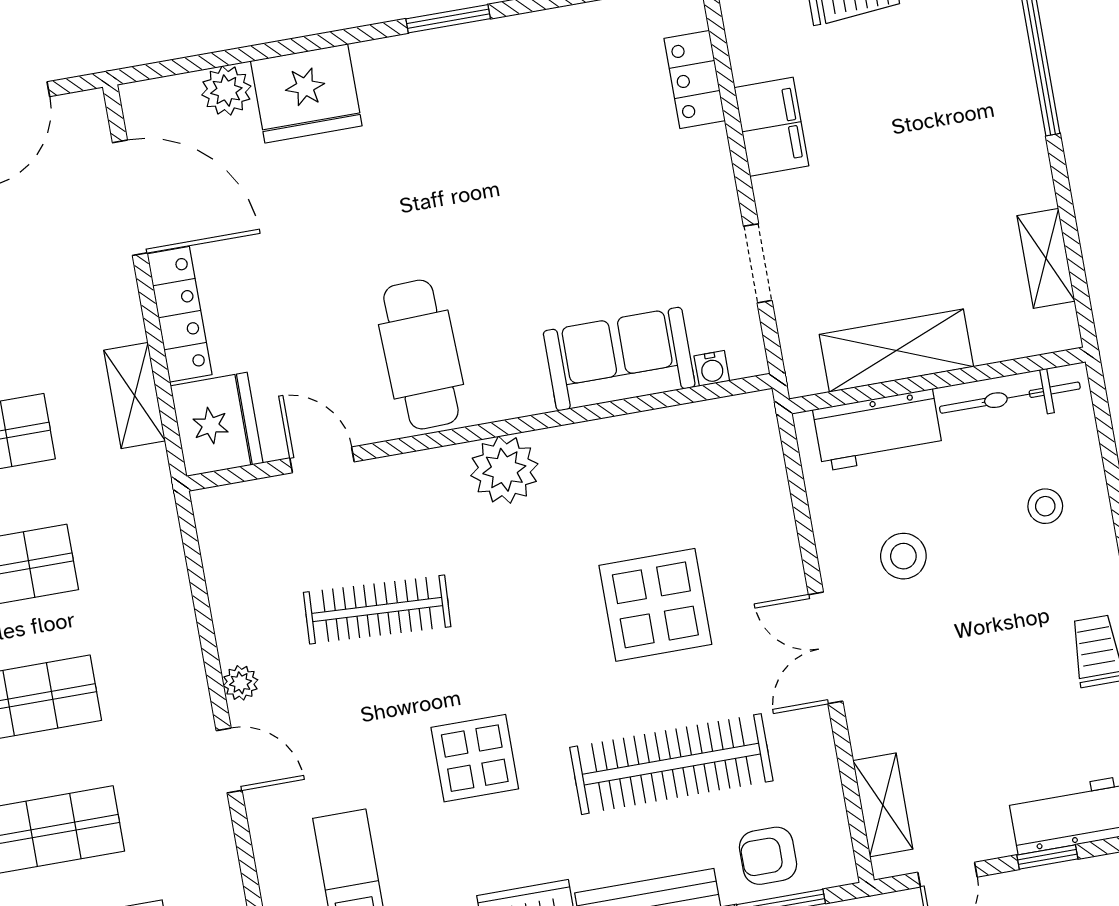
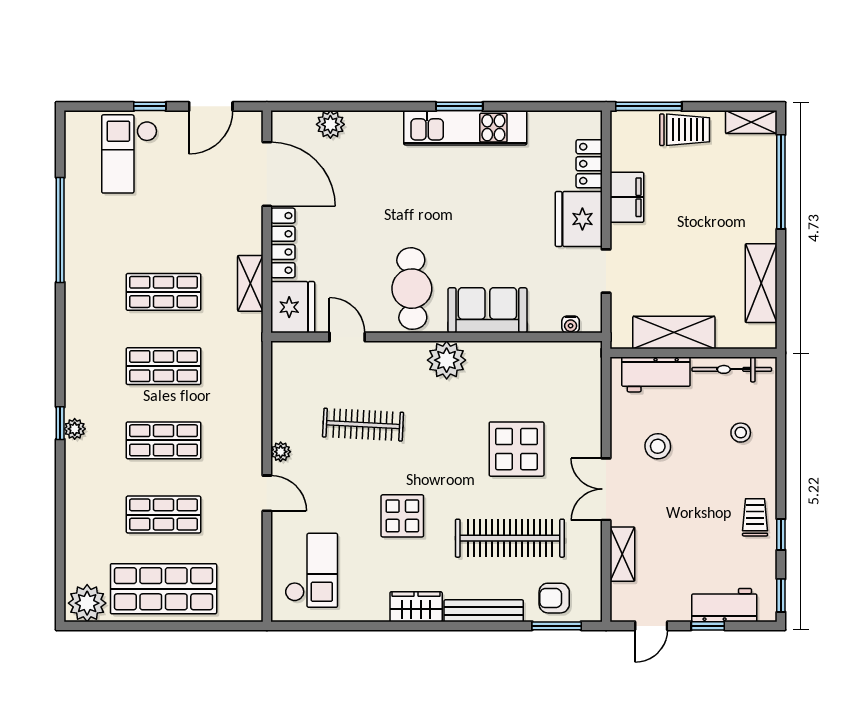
kitchen unit: (465, 54) -> (465, 128), added
fridge: (306, 93) -> (579, 219), moved, turned 90
shelving: (1046, 258) -> (761, 283), width x1.50, depth x1.33
sofa: (619, 359) -> (487, 310), moved
shelving: (883, 805) -> (622, 554), moved

